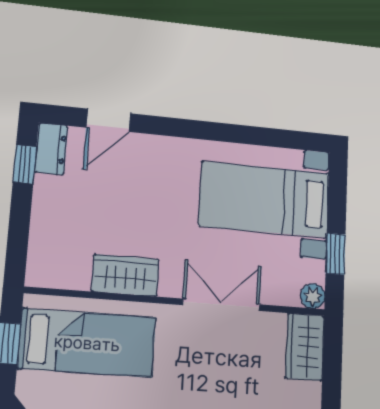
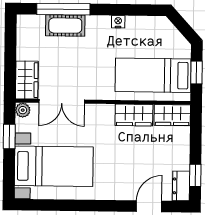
wardrobe: (58, 271) -> (172, 115), added
double door: (221, 305) -> (62, 101), moved

